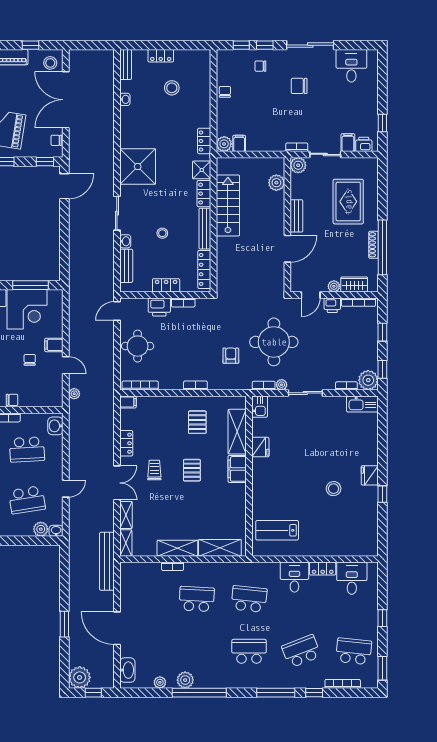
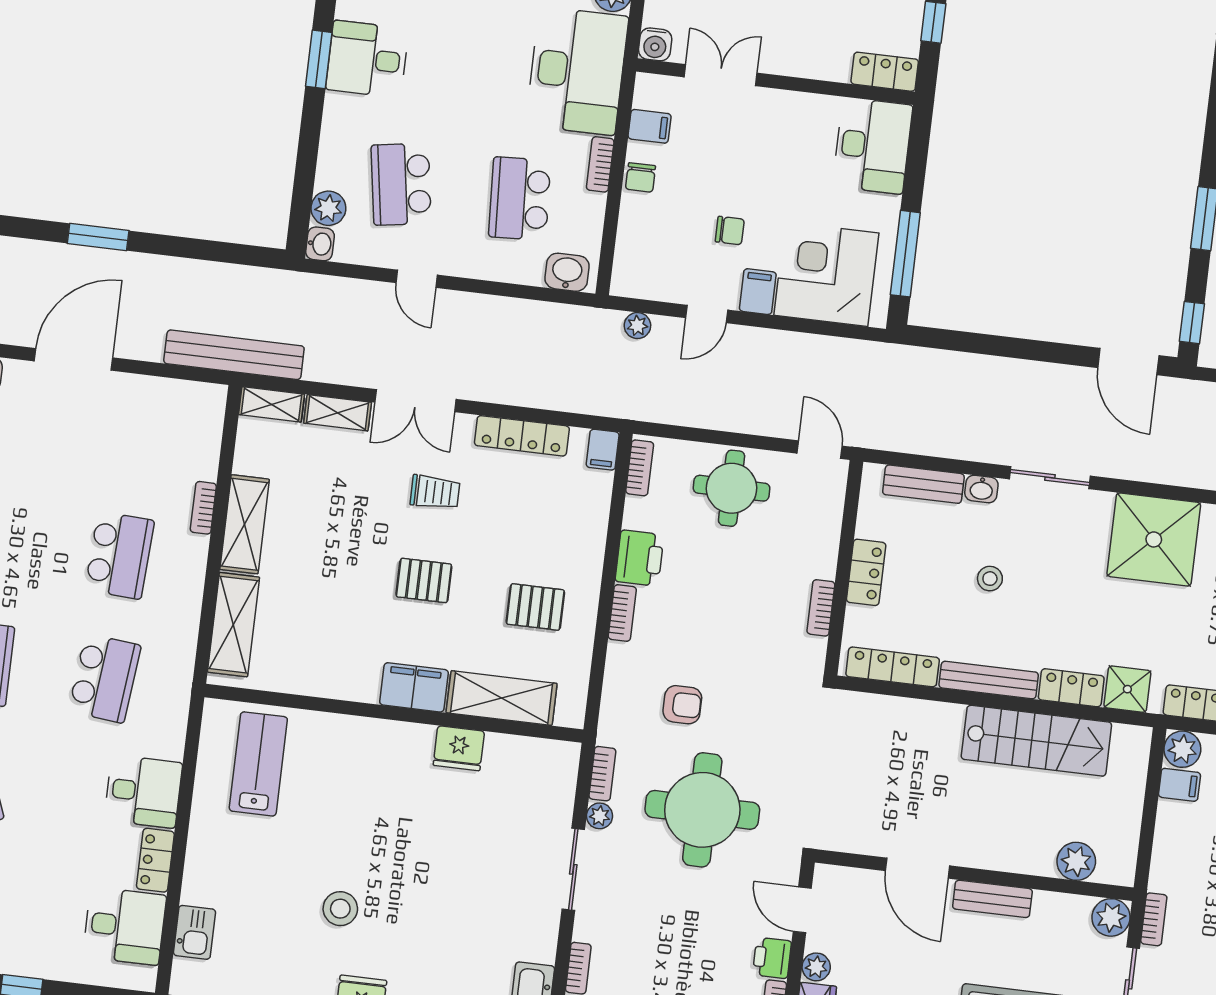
printer: (159, 307) -> (640, 558), moved, turned 180
corner desk: (27, 309) -> (826, 274), moved, turned 90
bookcase: (140, 386) -> (640, 468), width x0.64
kitchen sink: (260, 407) -> (194, 932), moved, turned -90
locker: (126, 443) -> (522, 436), width x1.53

